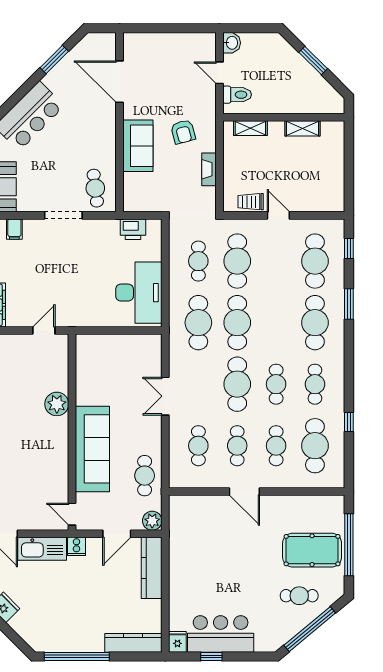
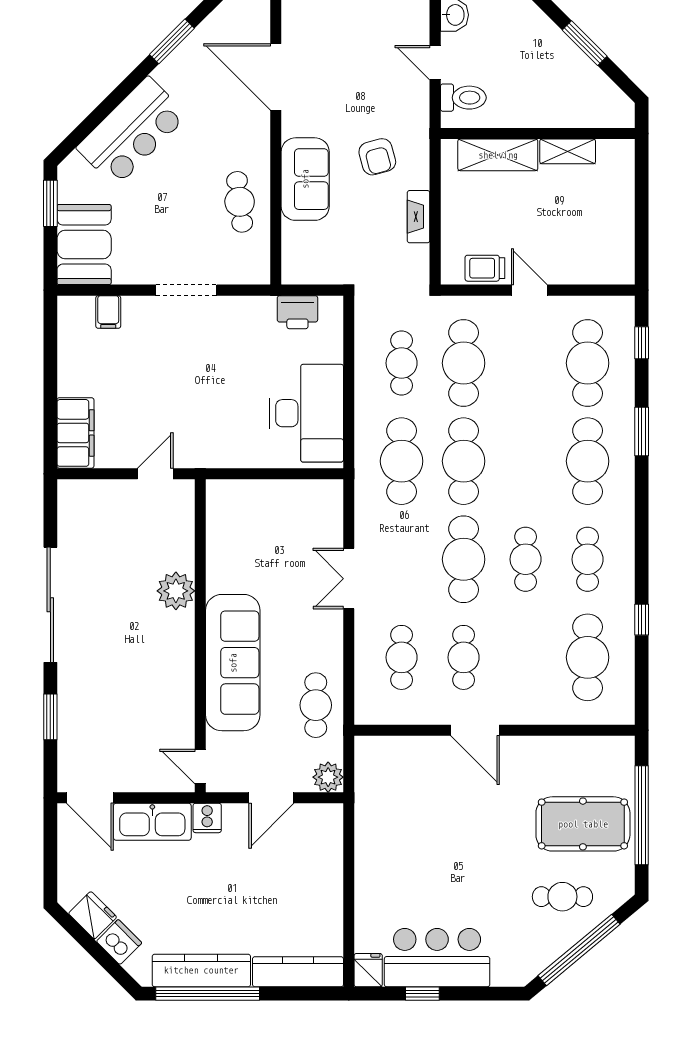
shelving: (250, 128) -> (498, 155), width x1.50, depth x1.33
cafe table: (95, 188) -> (240, 202), moved
cafe table: (276, 446) -> (526, 657), removed
kitchen counter: (152, 568) -> (201, 970), moved, turned 90
dishwasher: (21, 624) -> (119, 942), added

